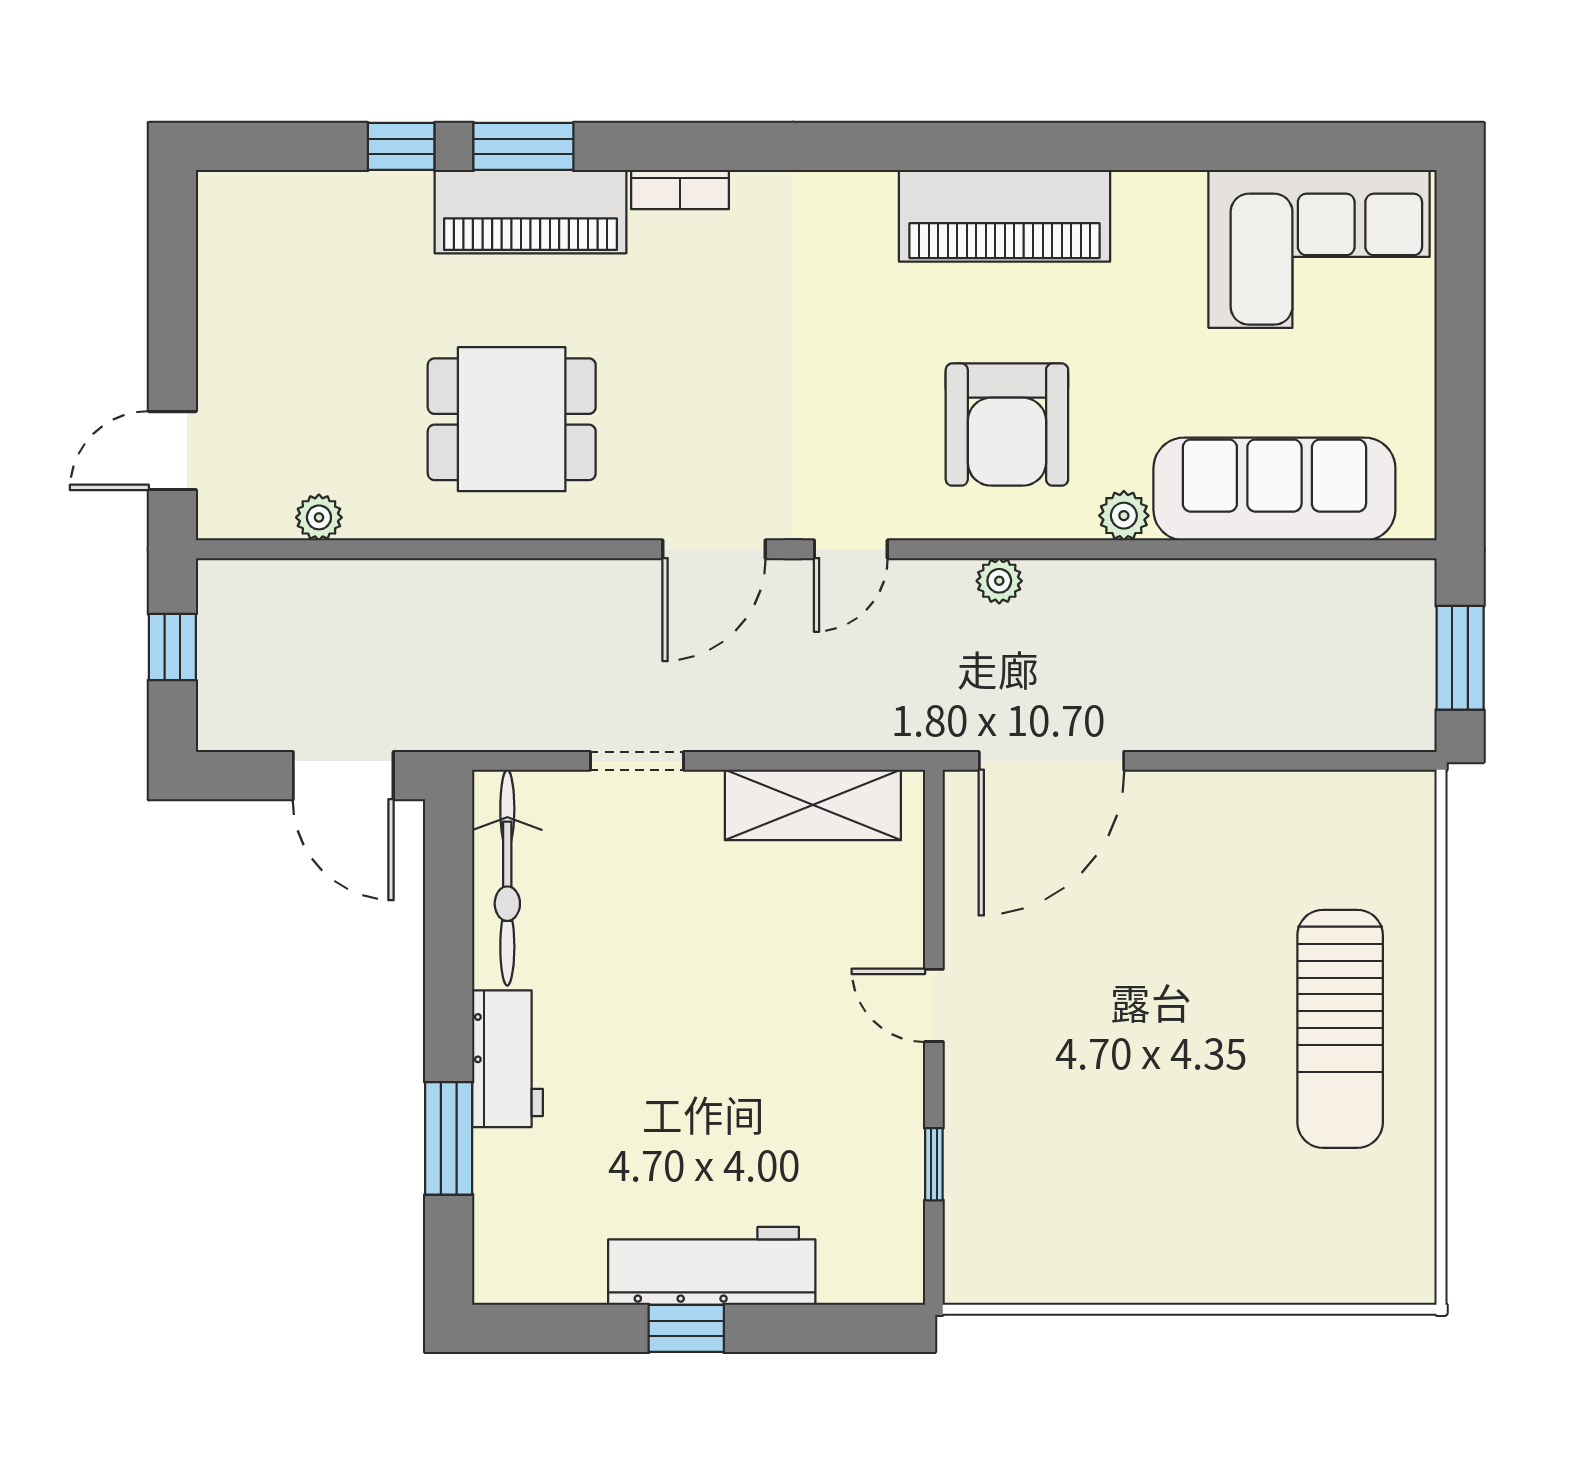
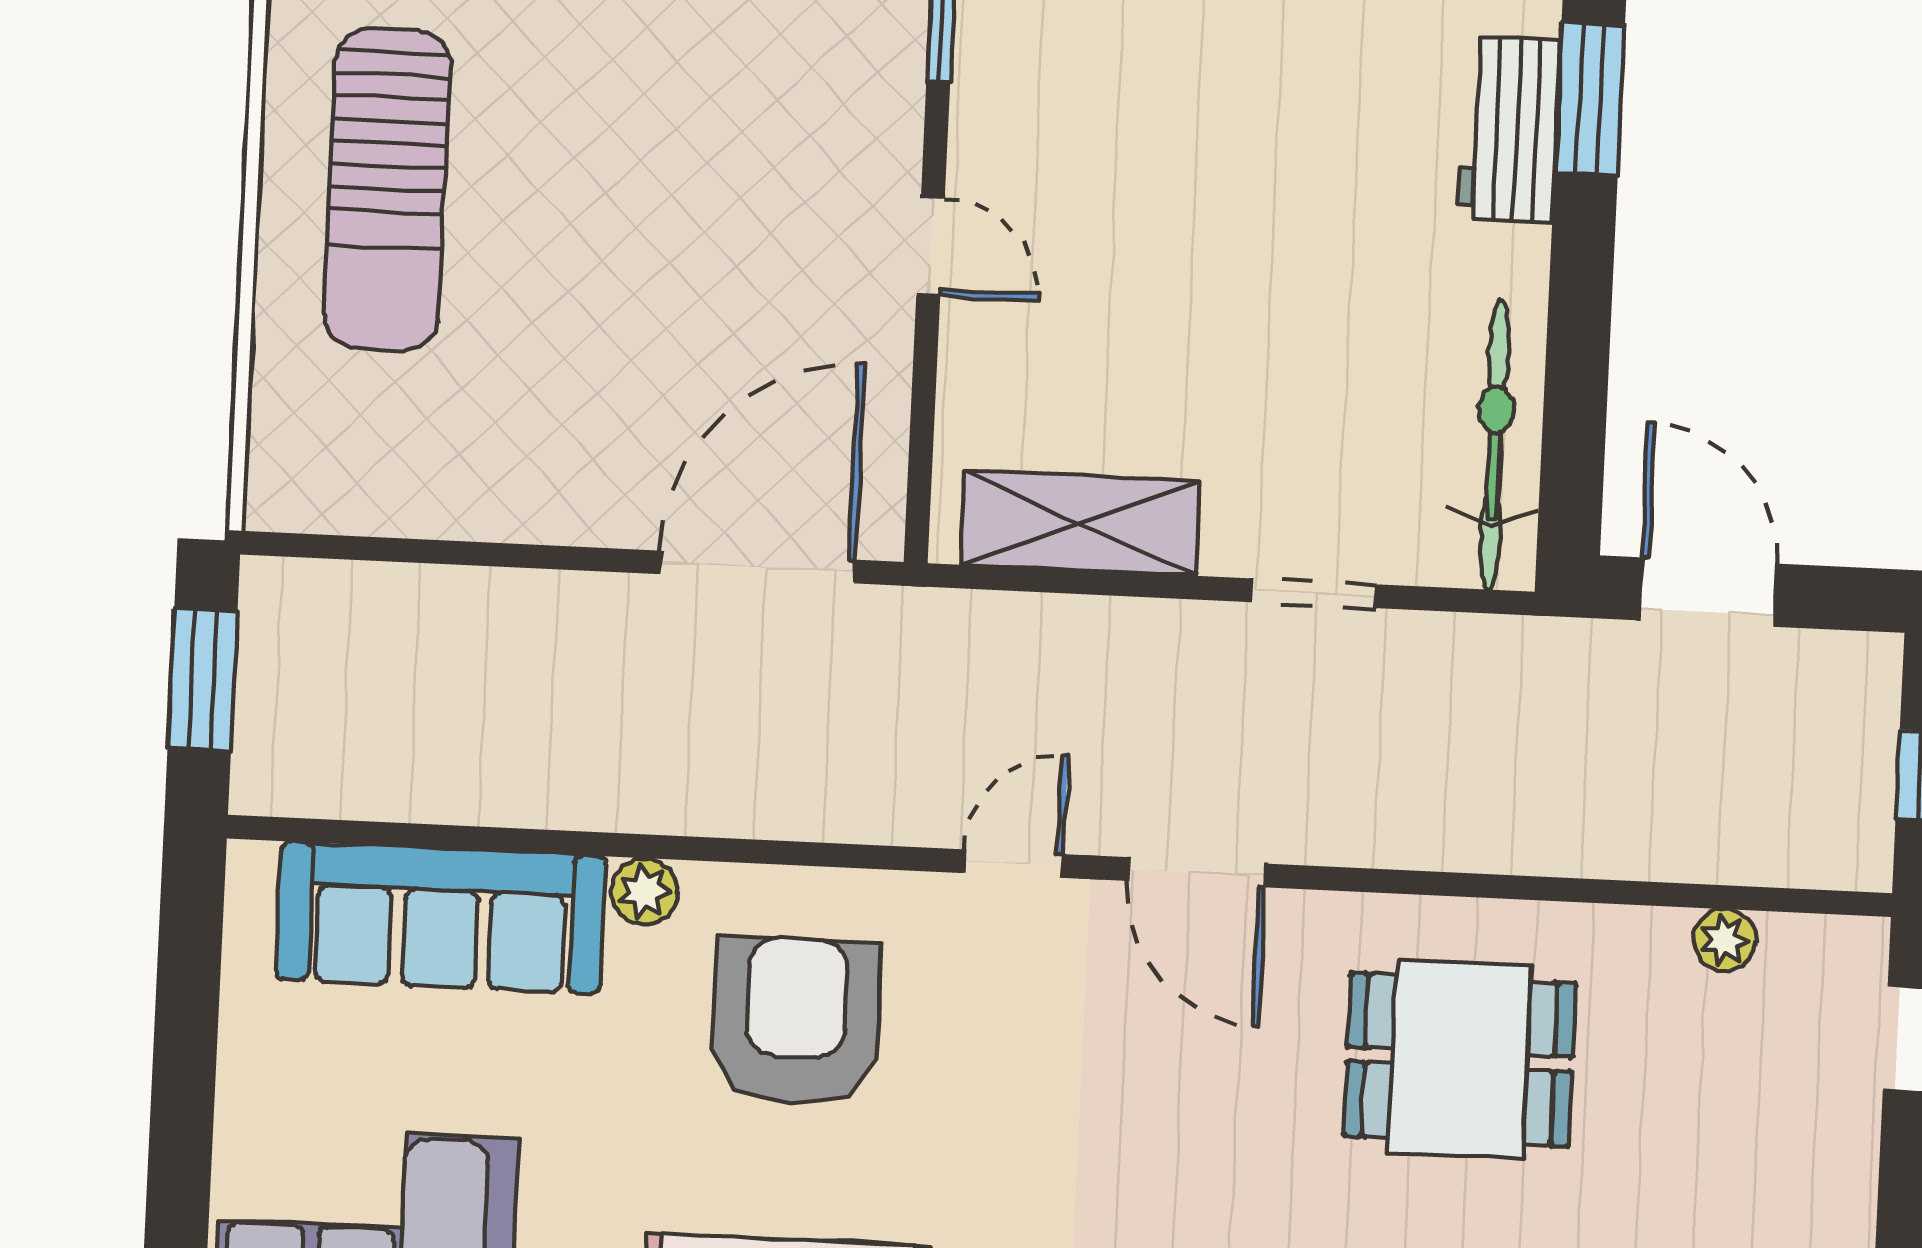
door: (714, 549) -> (1197, 872), swing flipped
plant: (999, 581) -> (816, 812), removed
sun lounger: (1340, 1029) -> (387, 189), turned 180
workbench: (508, 1059) -> (1509, 129), moved

